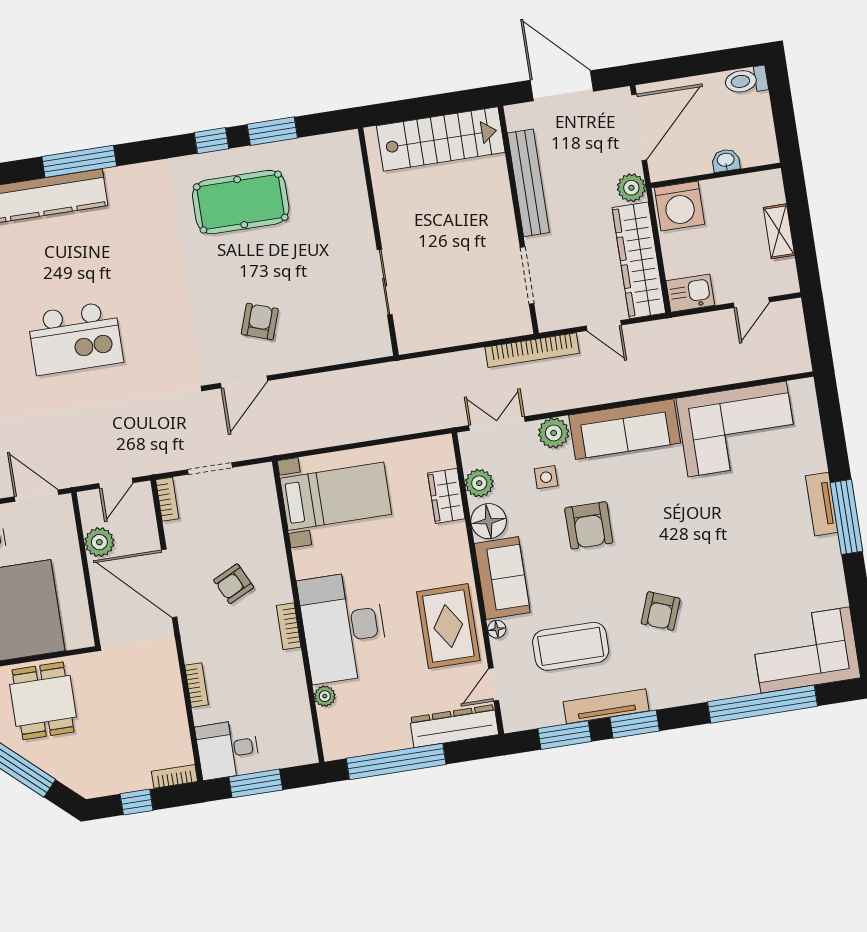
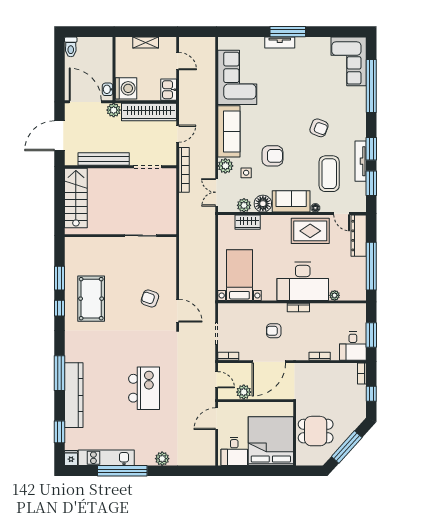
washbasin: (726, 160) -> (108, 89), moved
armchair: (234, 584) -> (274, 331), turned 116

